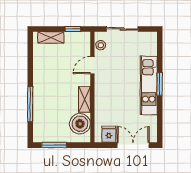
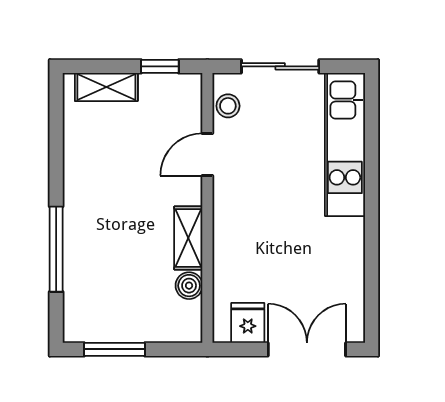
window: (160, 84) -> (372, 201), removed
kitchen unit: (149, 86) -> (345, 144), moved
boiler: (80, 124) -> (189, 286), width x0.54, depth x0.54

